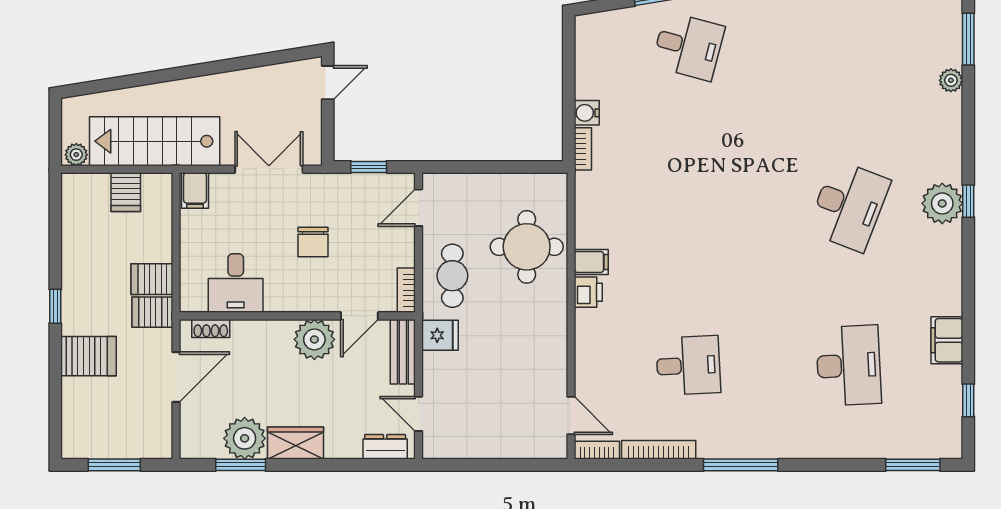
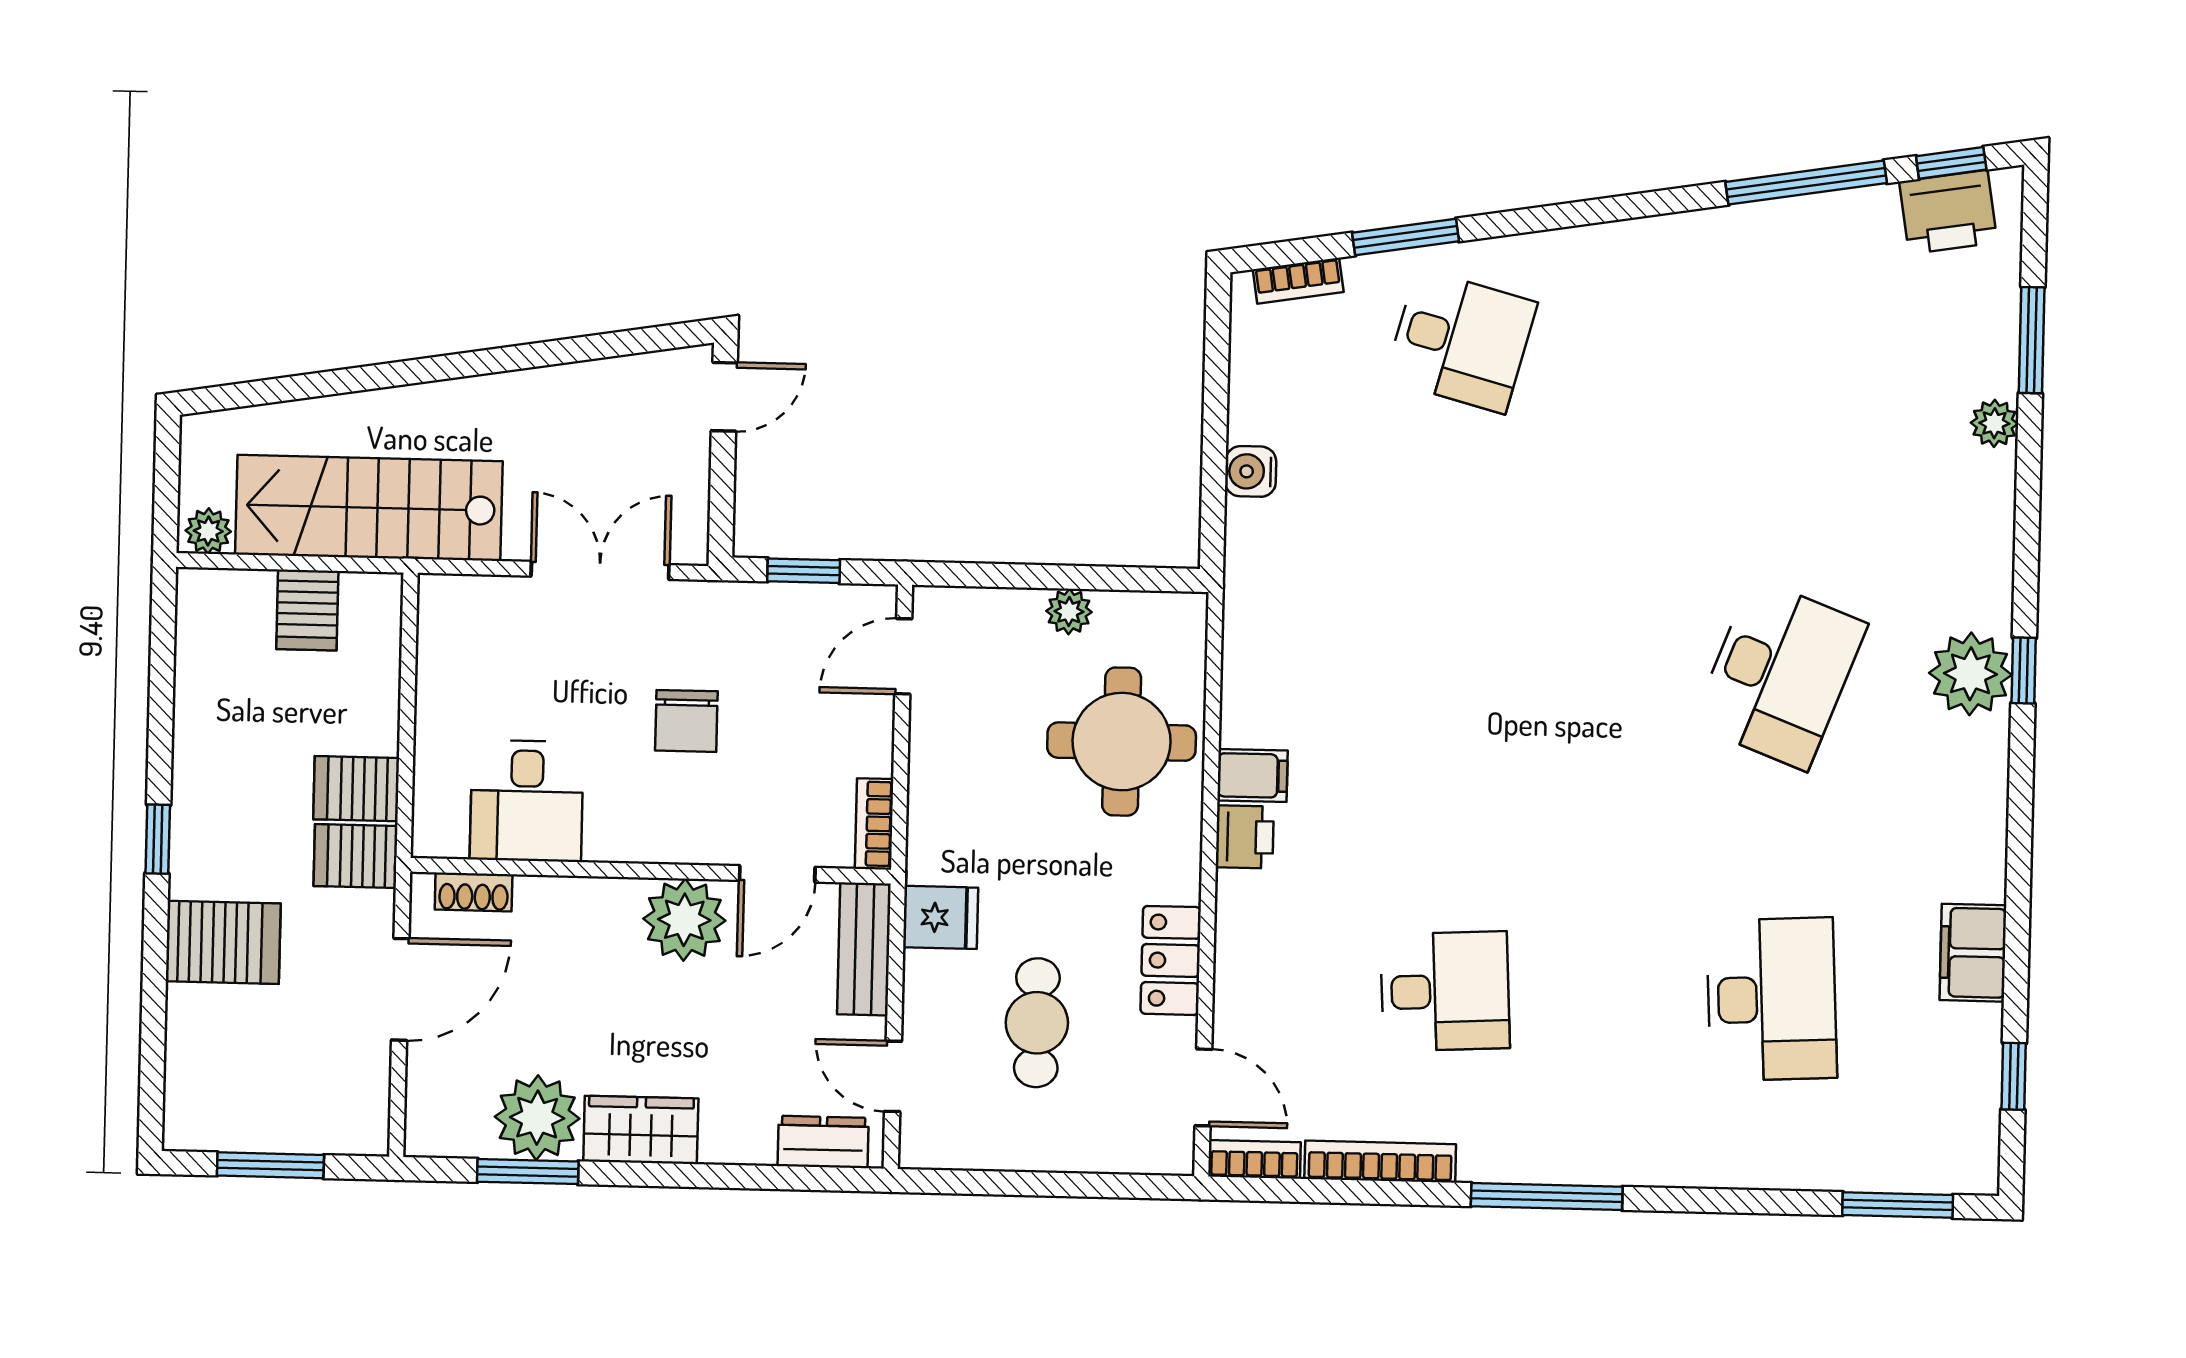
bookcase: (583, 149) -> (1298, 281), moved, turned 81
plant: (499, 184) -> (1069, 612), added
filing cabinet: (195, 190) -> (448, 610), removed
cafe table: (452, 276) -> (1037, 1023), moved
locker: (553, 354) -> (1171, 960), added

